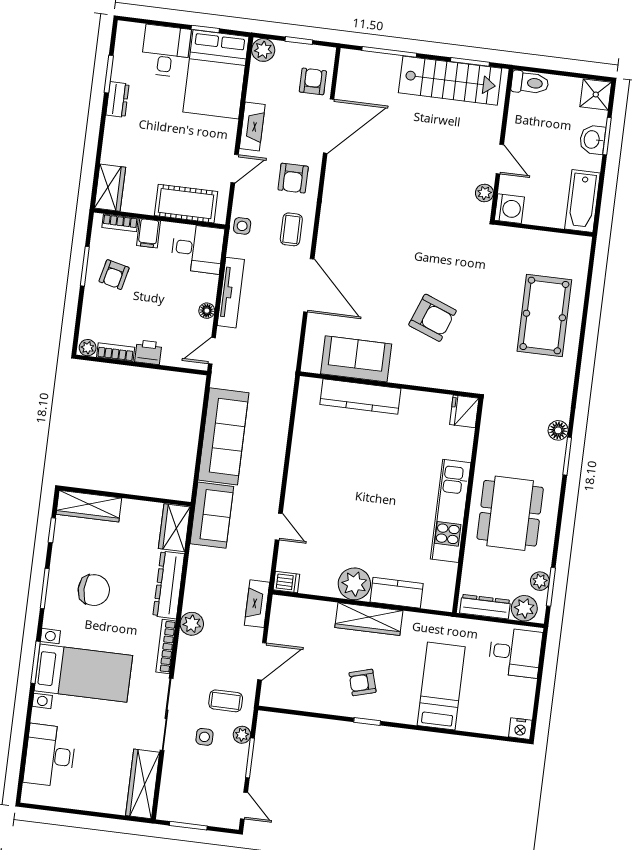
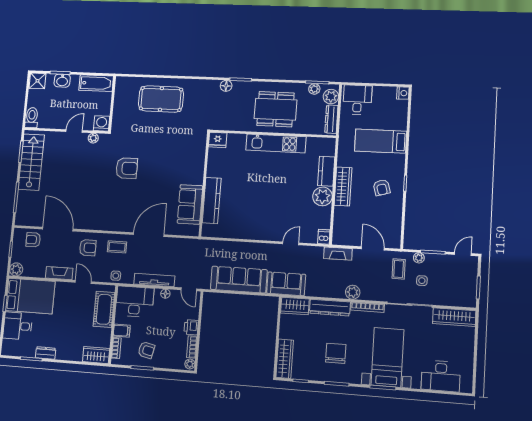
desk: (197, 249) -> (135, 302), width x1.37
armchair: (433, 318) -> (127, 168), moved, turned 69

